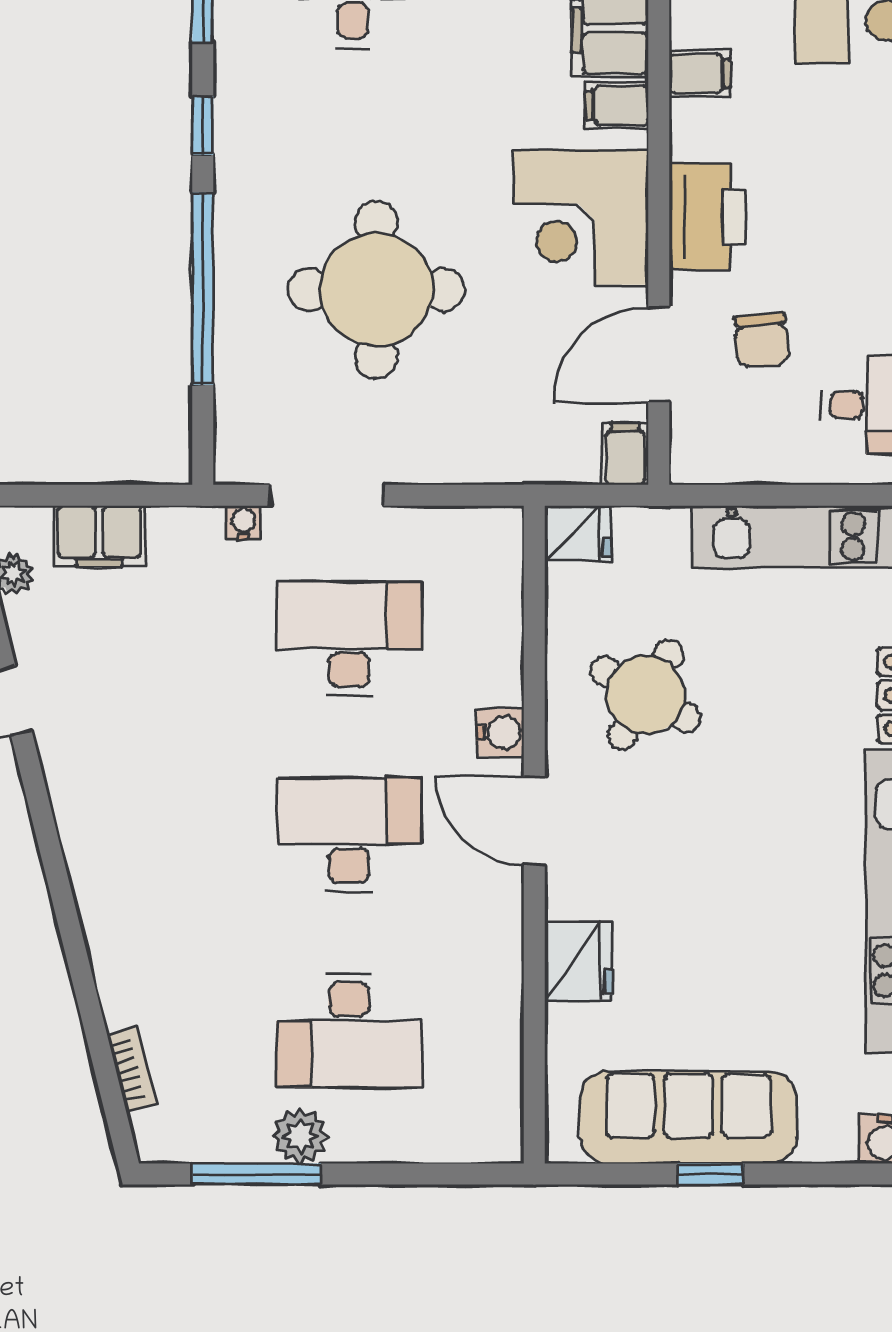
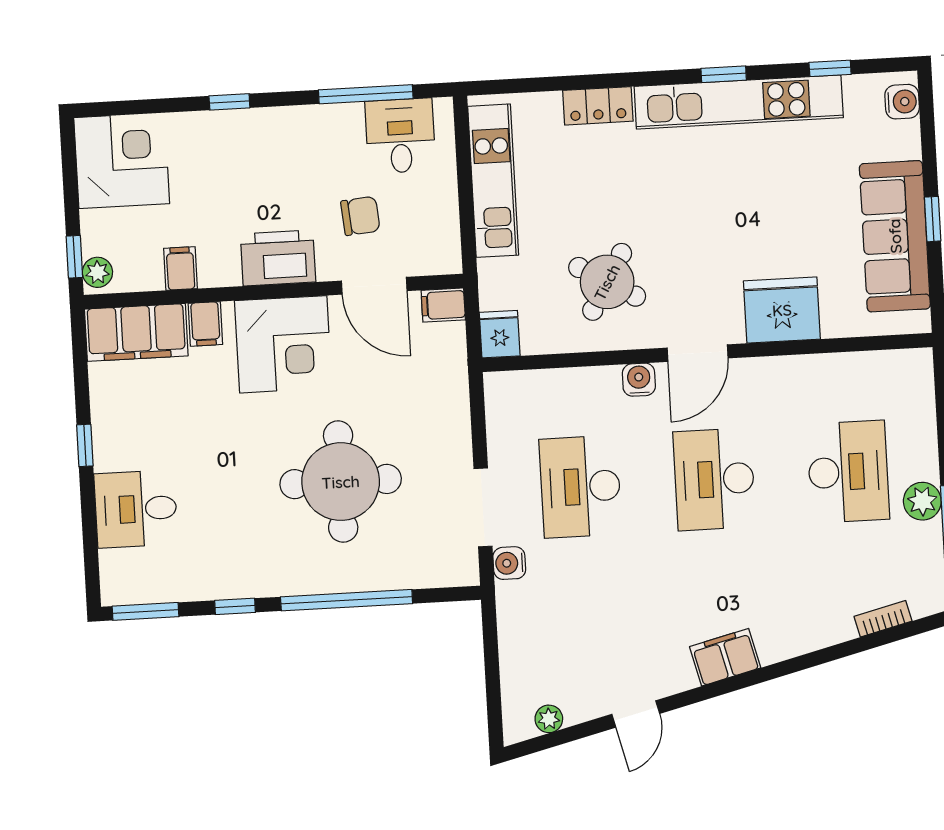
water cooler: (243, 522) -> (509, 563), width x1.38, depth x1.38
filing cabinet: (99, 536) -> (725, 657), moved, turned -104
fridge: (579, 961) -> (782, 310), width x1.36, depth x1.34

